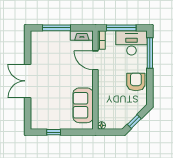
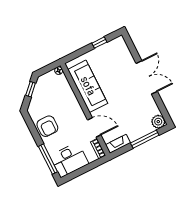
window: (121, 28) -> (86, 169), removed
plant: (37, 37) -> (158, 122), added
sofa: (83, 105) -> (88, 86), width x1.36

